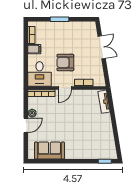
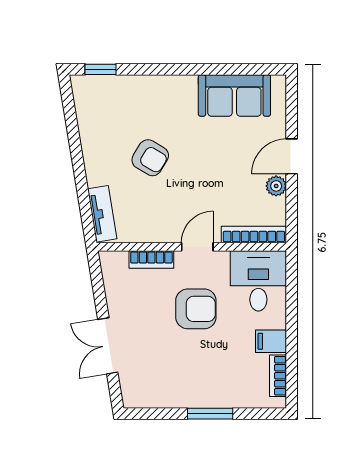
armchair: (84, 125) -> (150, 158), added

